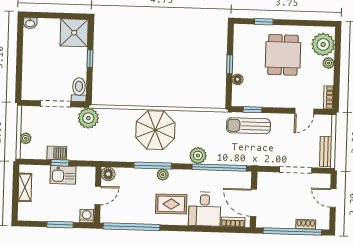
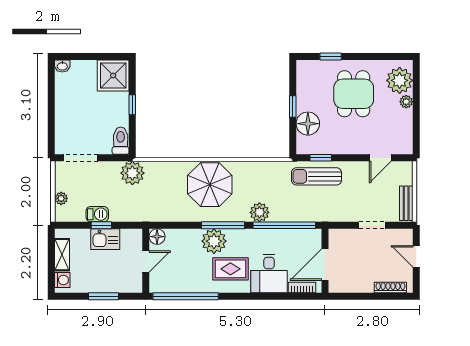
floor lamp: (238, 79) -> (308, 124), width x1.89, depth x1.89
bookcase: (328, 97) -> (407, 141), removed
doorway: (56, 104) -> (80, 158), moved
window: (153, 166) -> (223, 225), moved
doorway: (296, 170) -> (372, 225), width x0.73
plant: (163, 175) -> (214, 241), width x1.88, depth x1.88
door: (253, 203) -> (325, 265), hinge flipped
washing machine: (87, 216) -> (62, 280), moved, turned 90
shoe rack: (306, 224) -> (390, 287), width x1.43
window: (292, 232) -> (371, 296), removed

